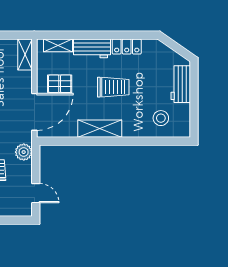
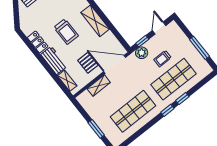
shelving: (25, 55) -> (99, 86), moved
trolley: (113, 87) -> (66, 32), turned 180
window: (36, 163) -> (142, 41), added

